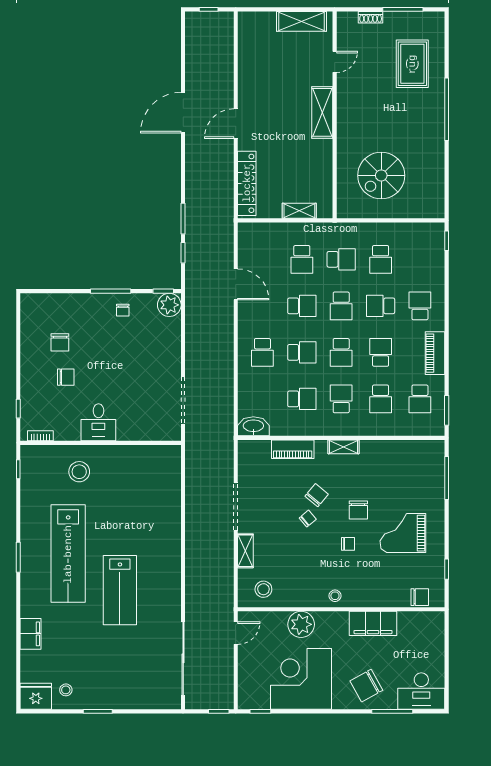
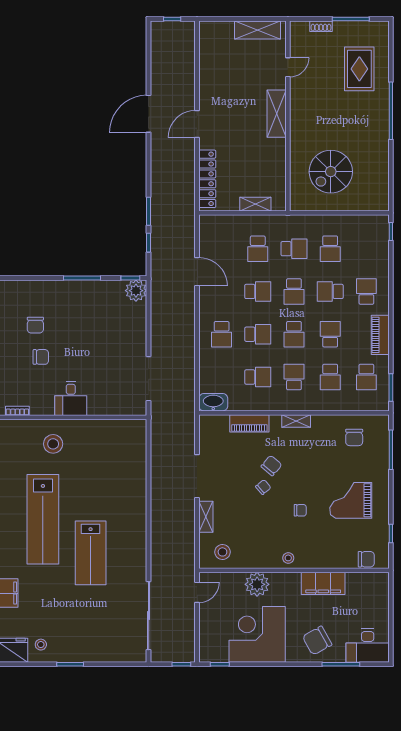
chair: (123, 310) -> (93, 295), removed
chair: (358, 510) -> (354, 437), moved

